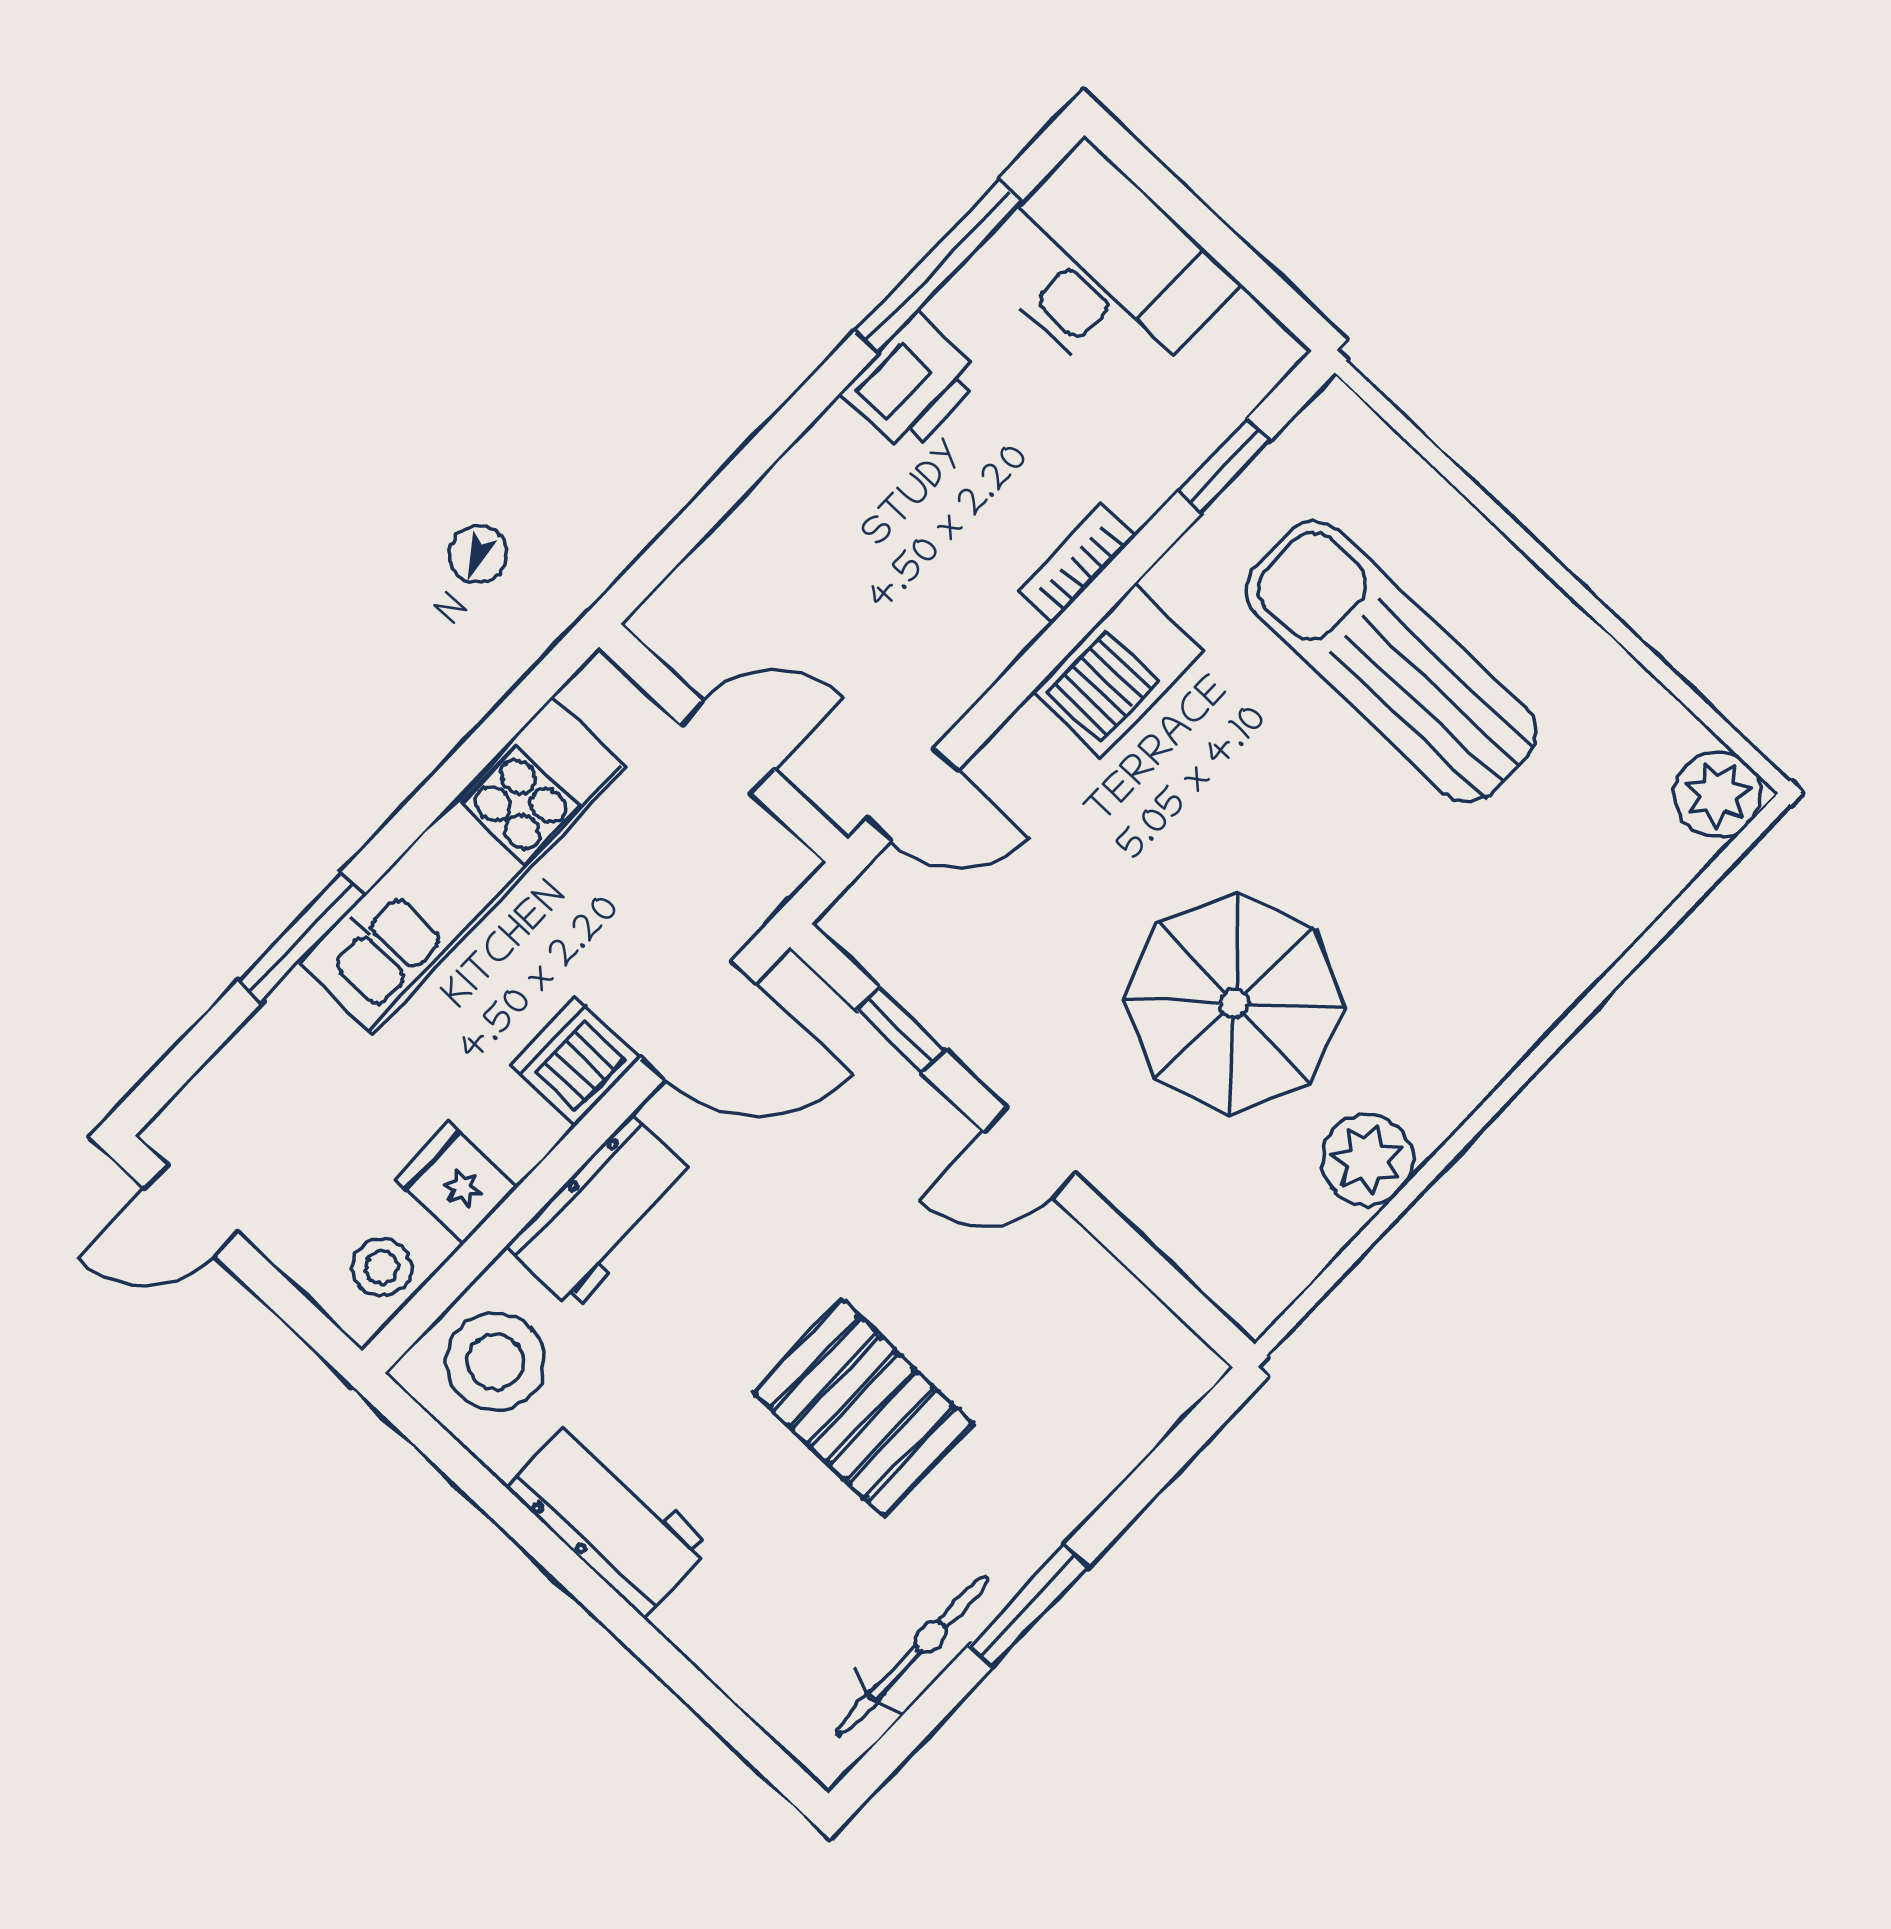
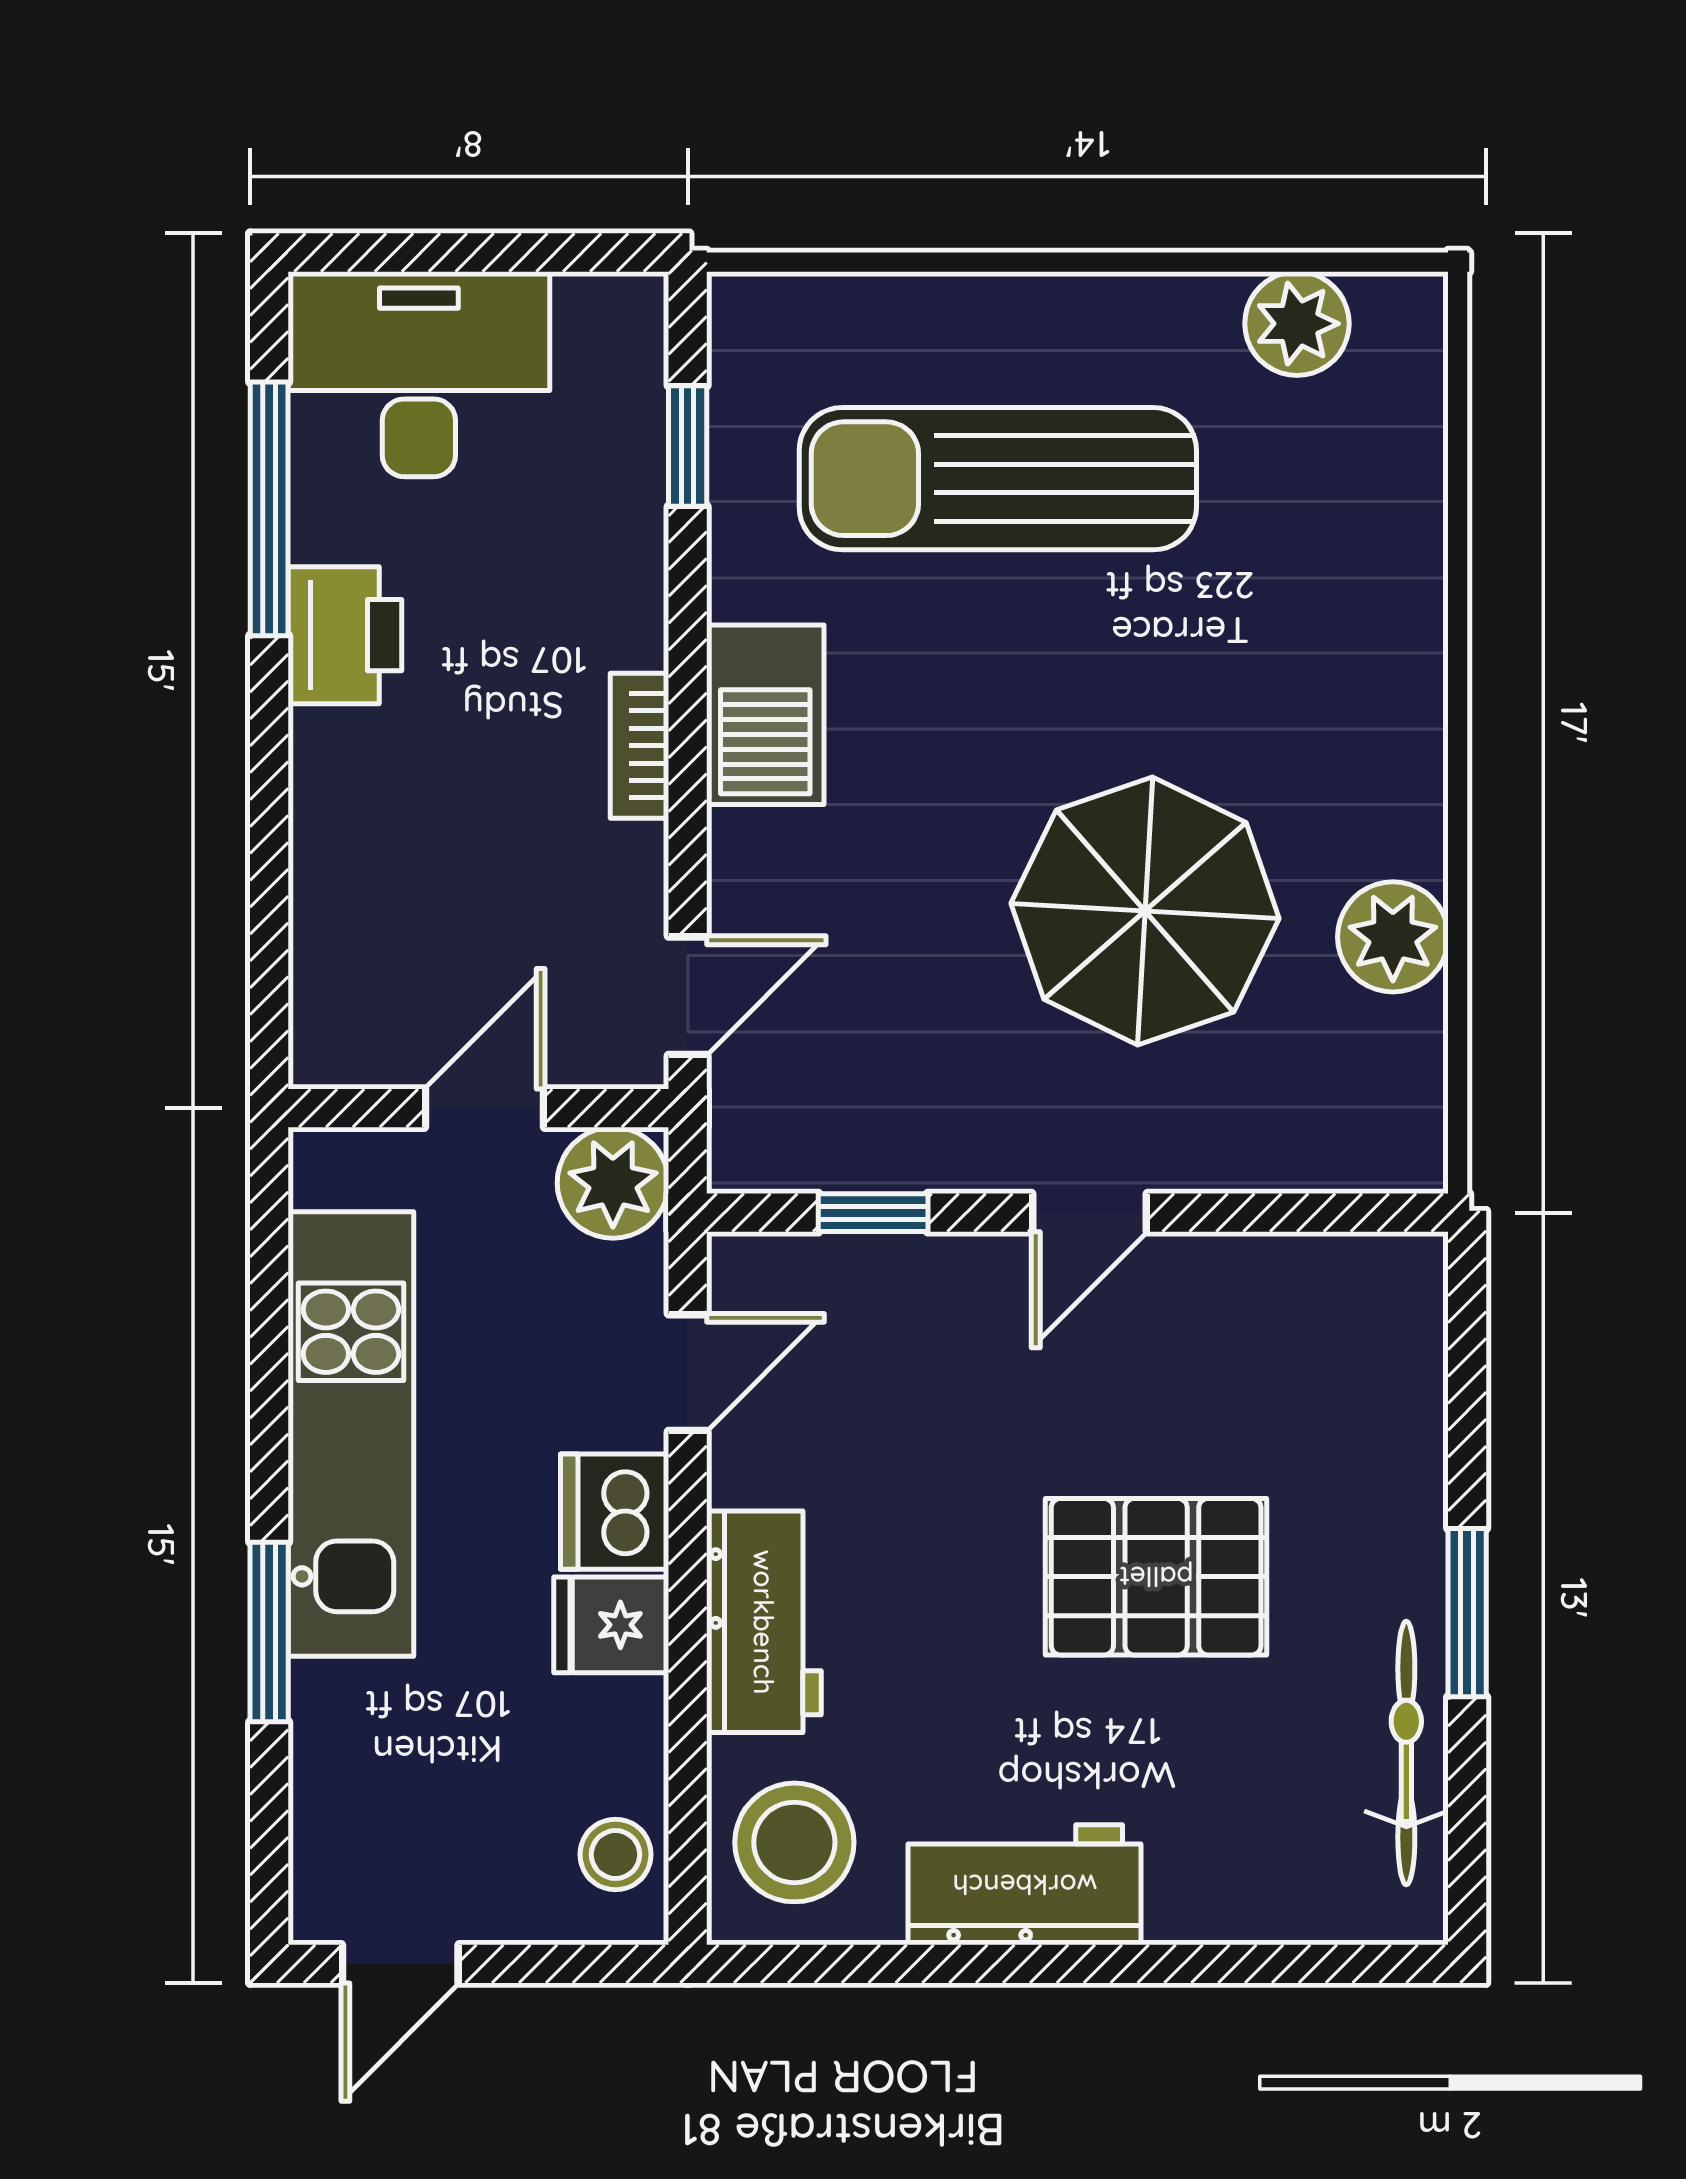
bookcase: (1077, 563) -> (640, 746), moved
plant: (1717, 795) -> (1297, 324), moved
plant: (761, 864) -> (613, 1183), added
door: (698, 1020) -> (688, 1373), width x0.73
fridge: (457, 1183) -> (611, 1625), moved

